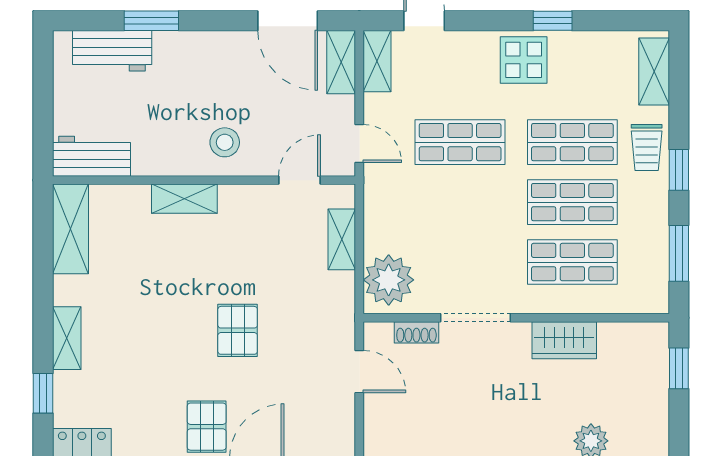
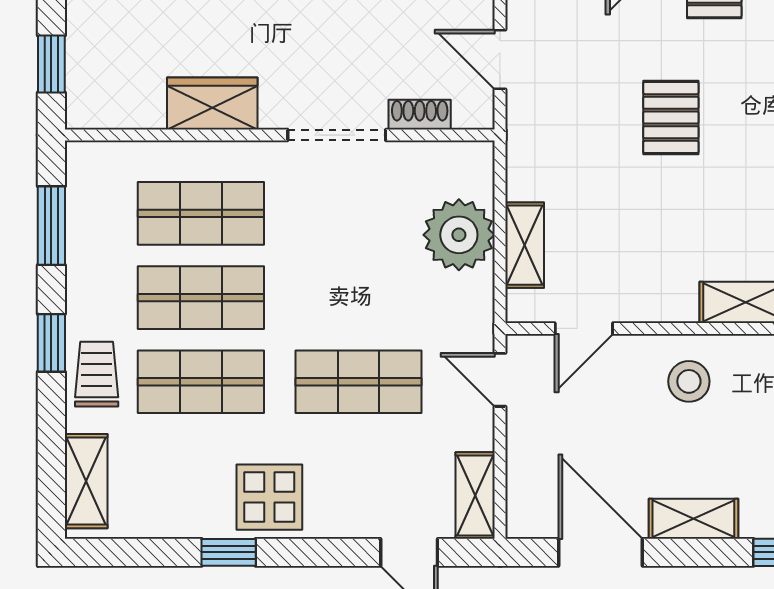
shelving: (341, 62) -> (693, 519), moved, turned 90
plant: (389, 280) -> (459, 235), moved

